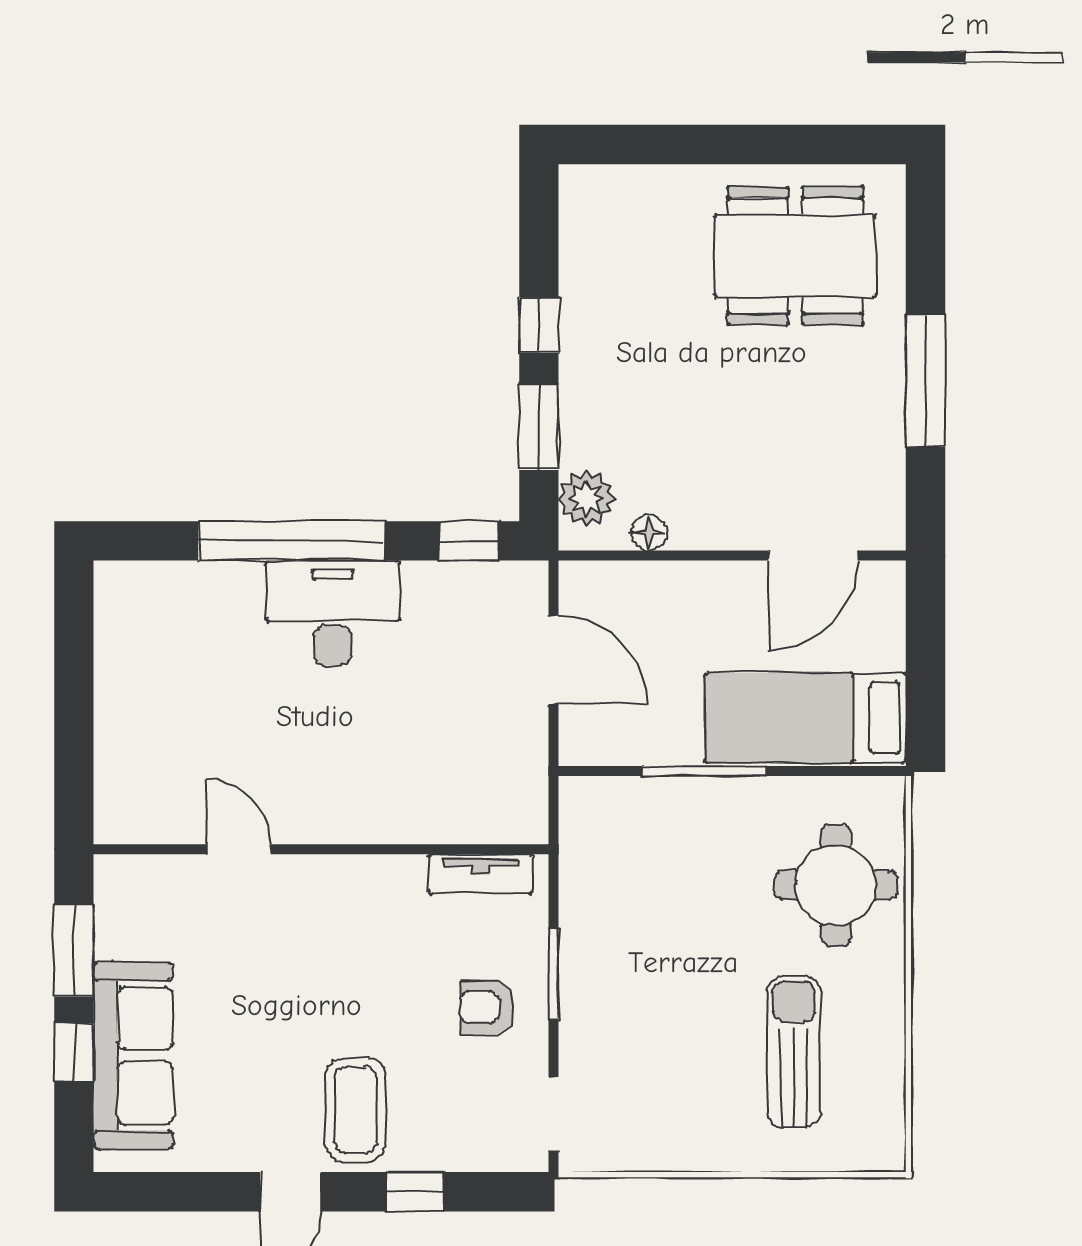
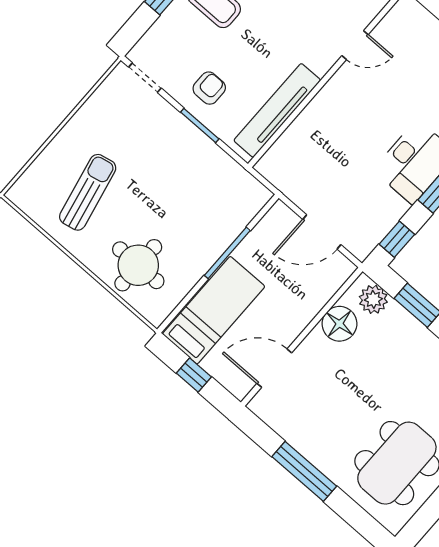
floor lamp: (649, 533) -> (339, 324), width x1.89, depth x1.89
door: (813, 556) -> (274, 368), hinge flipped
window: (925, 664) -> (194, 375), added
tv unit: (481, 874) -> (277, 110), width x1.92, depth x1.29
sun lounger: (794, 1052) -> (88, 192), turned -102

